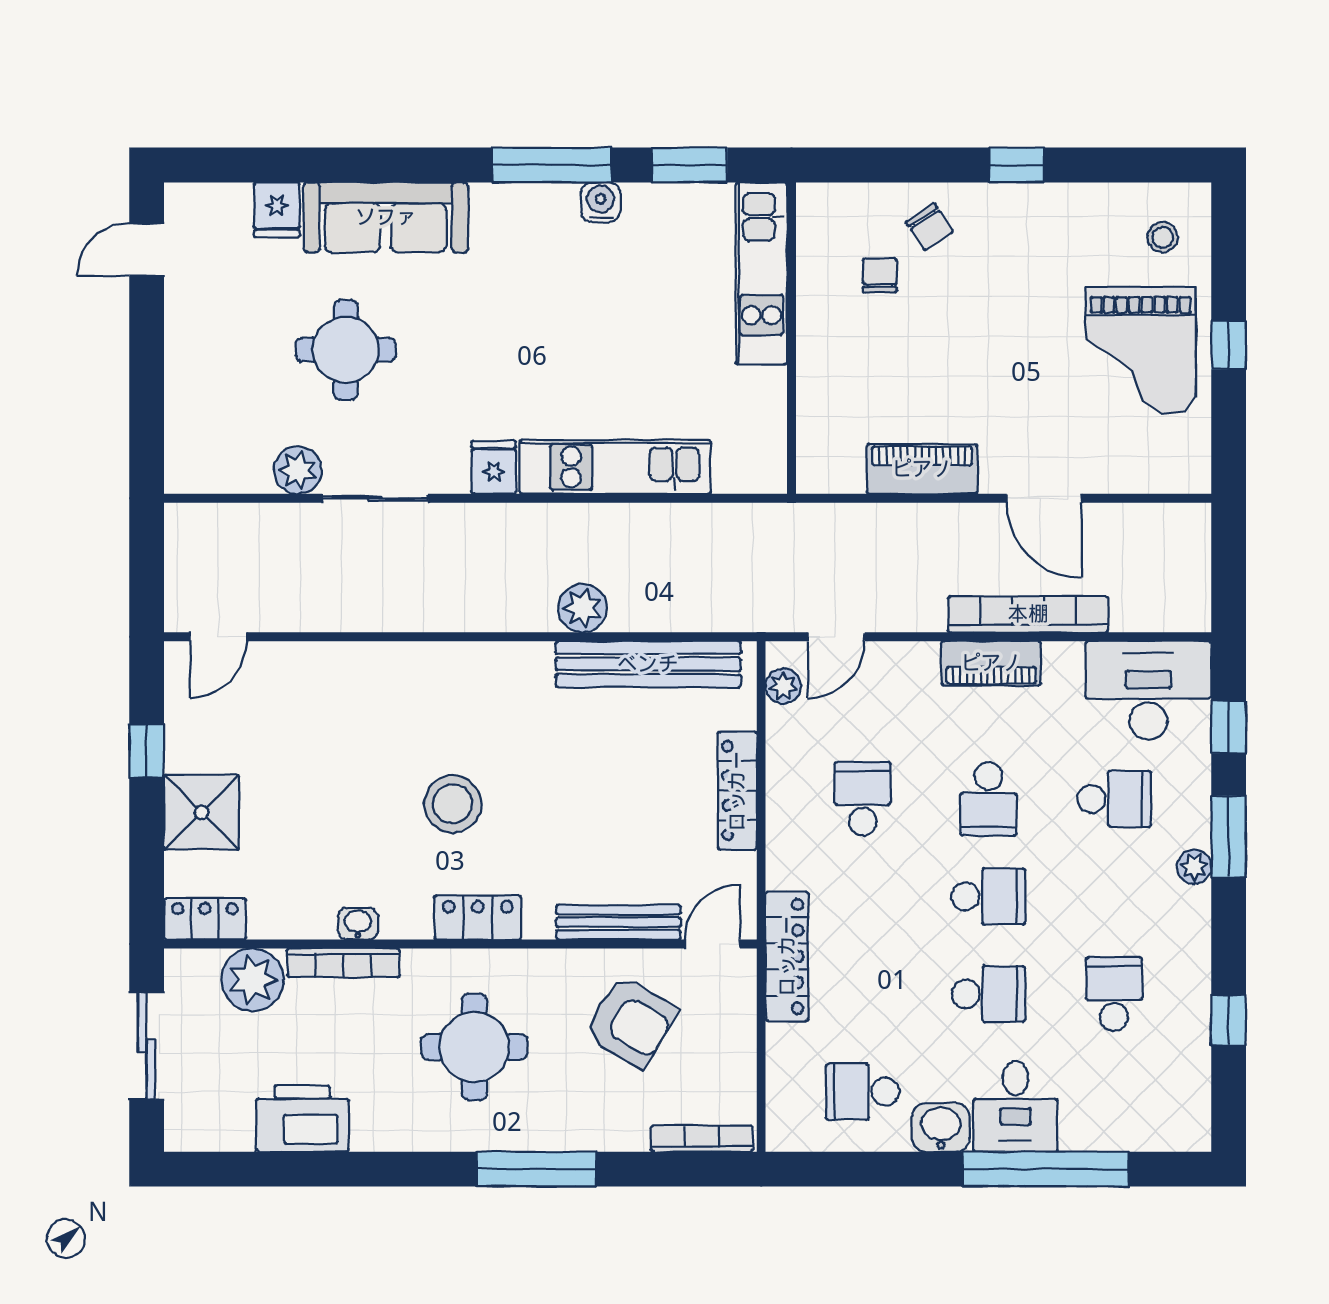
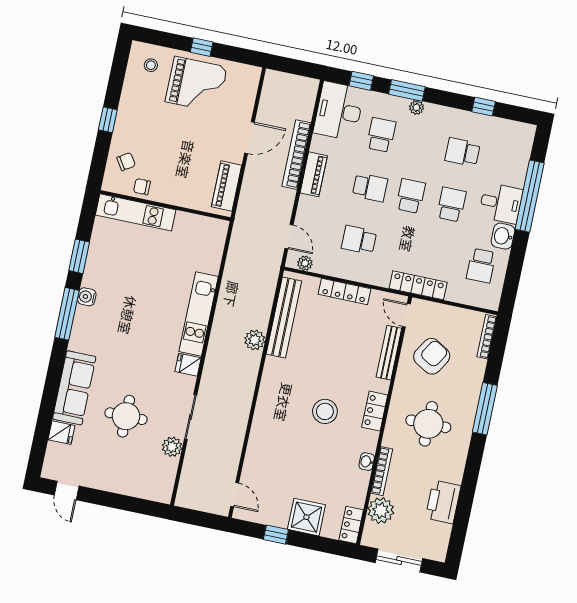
kitchen unit: (761, 273) -> (136, 212), moved
wall: (791, 338) -> (165, 206), moved

